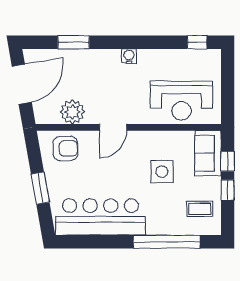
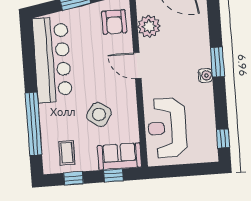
window: (74, 42) -> (217, 62), moved
side table: (162, 172) -> (99, 114), turned 35
window: (228, 190) -> (74, 178), moved

